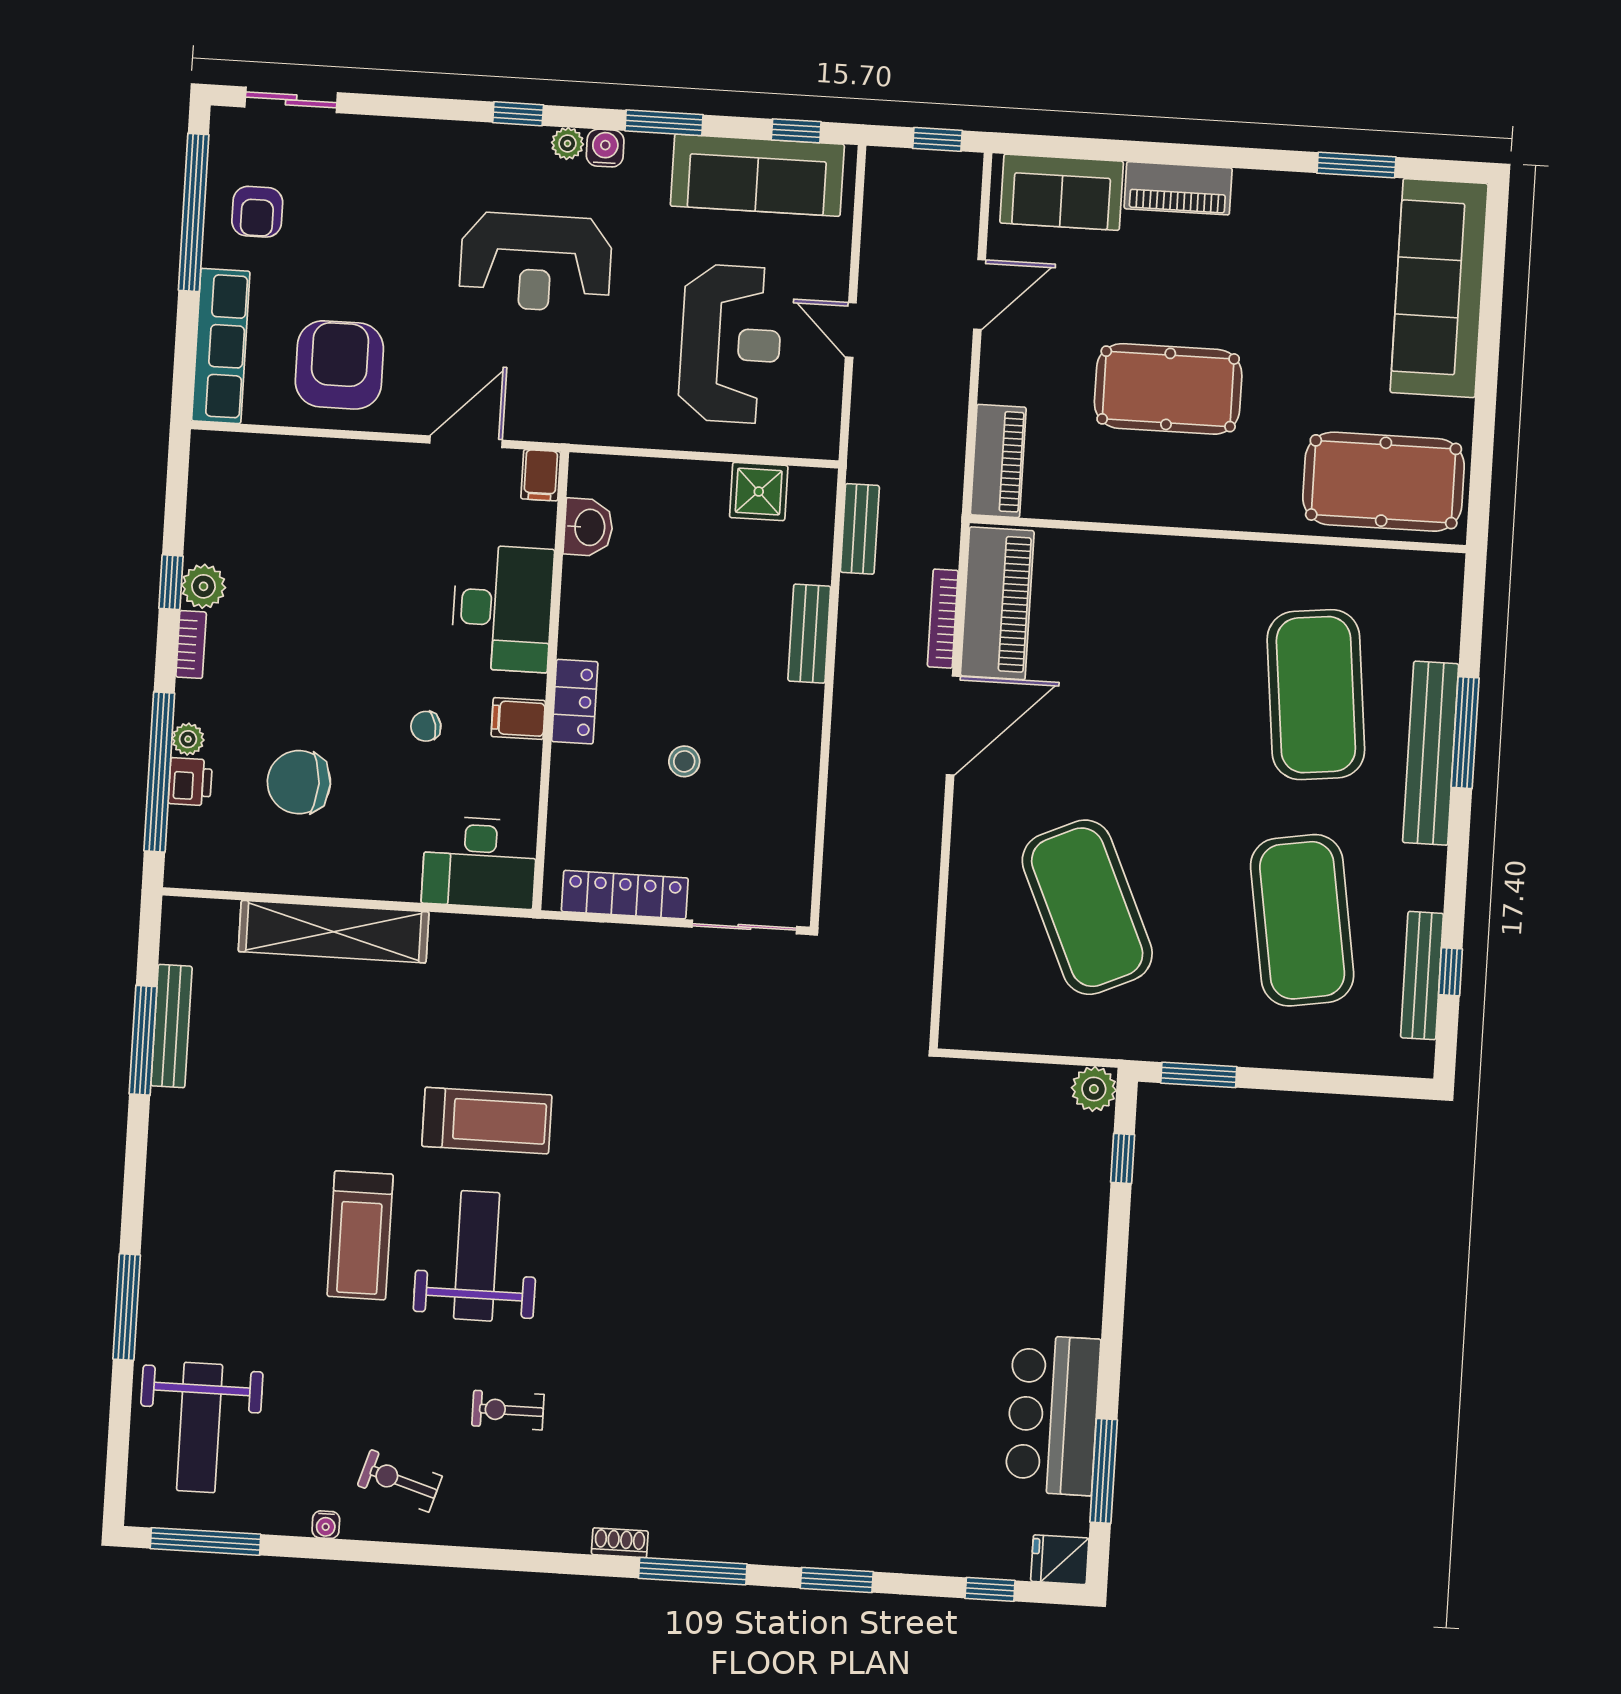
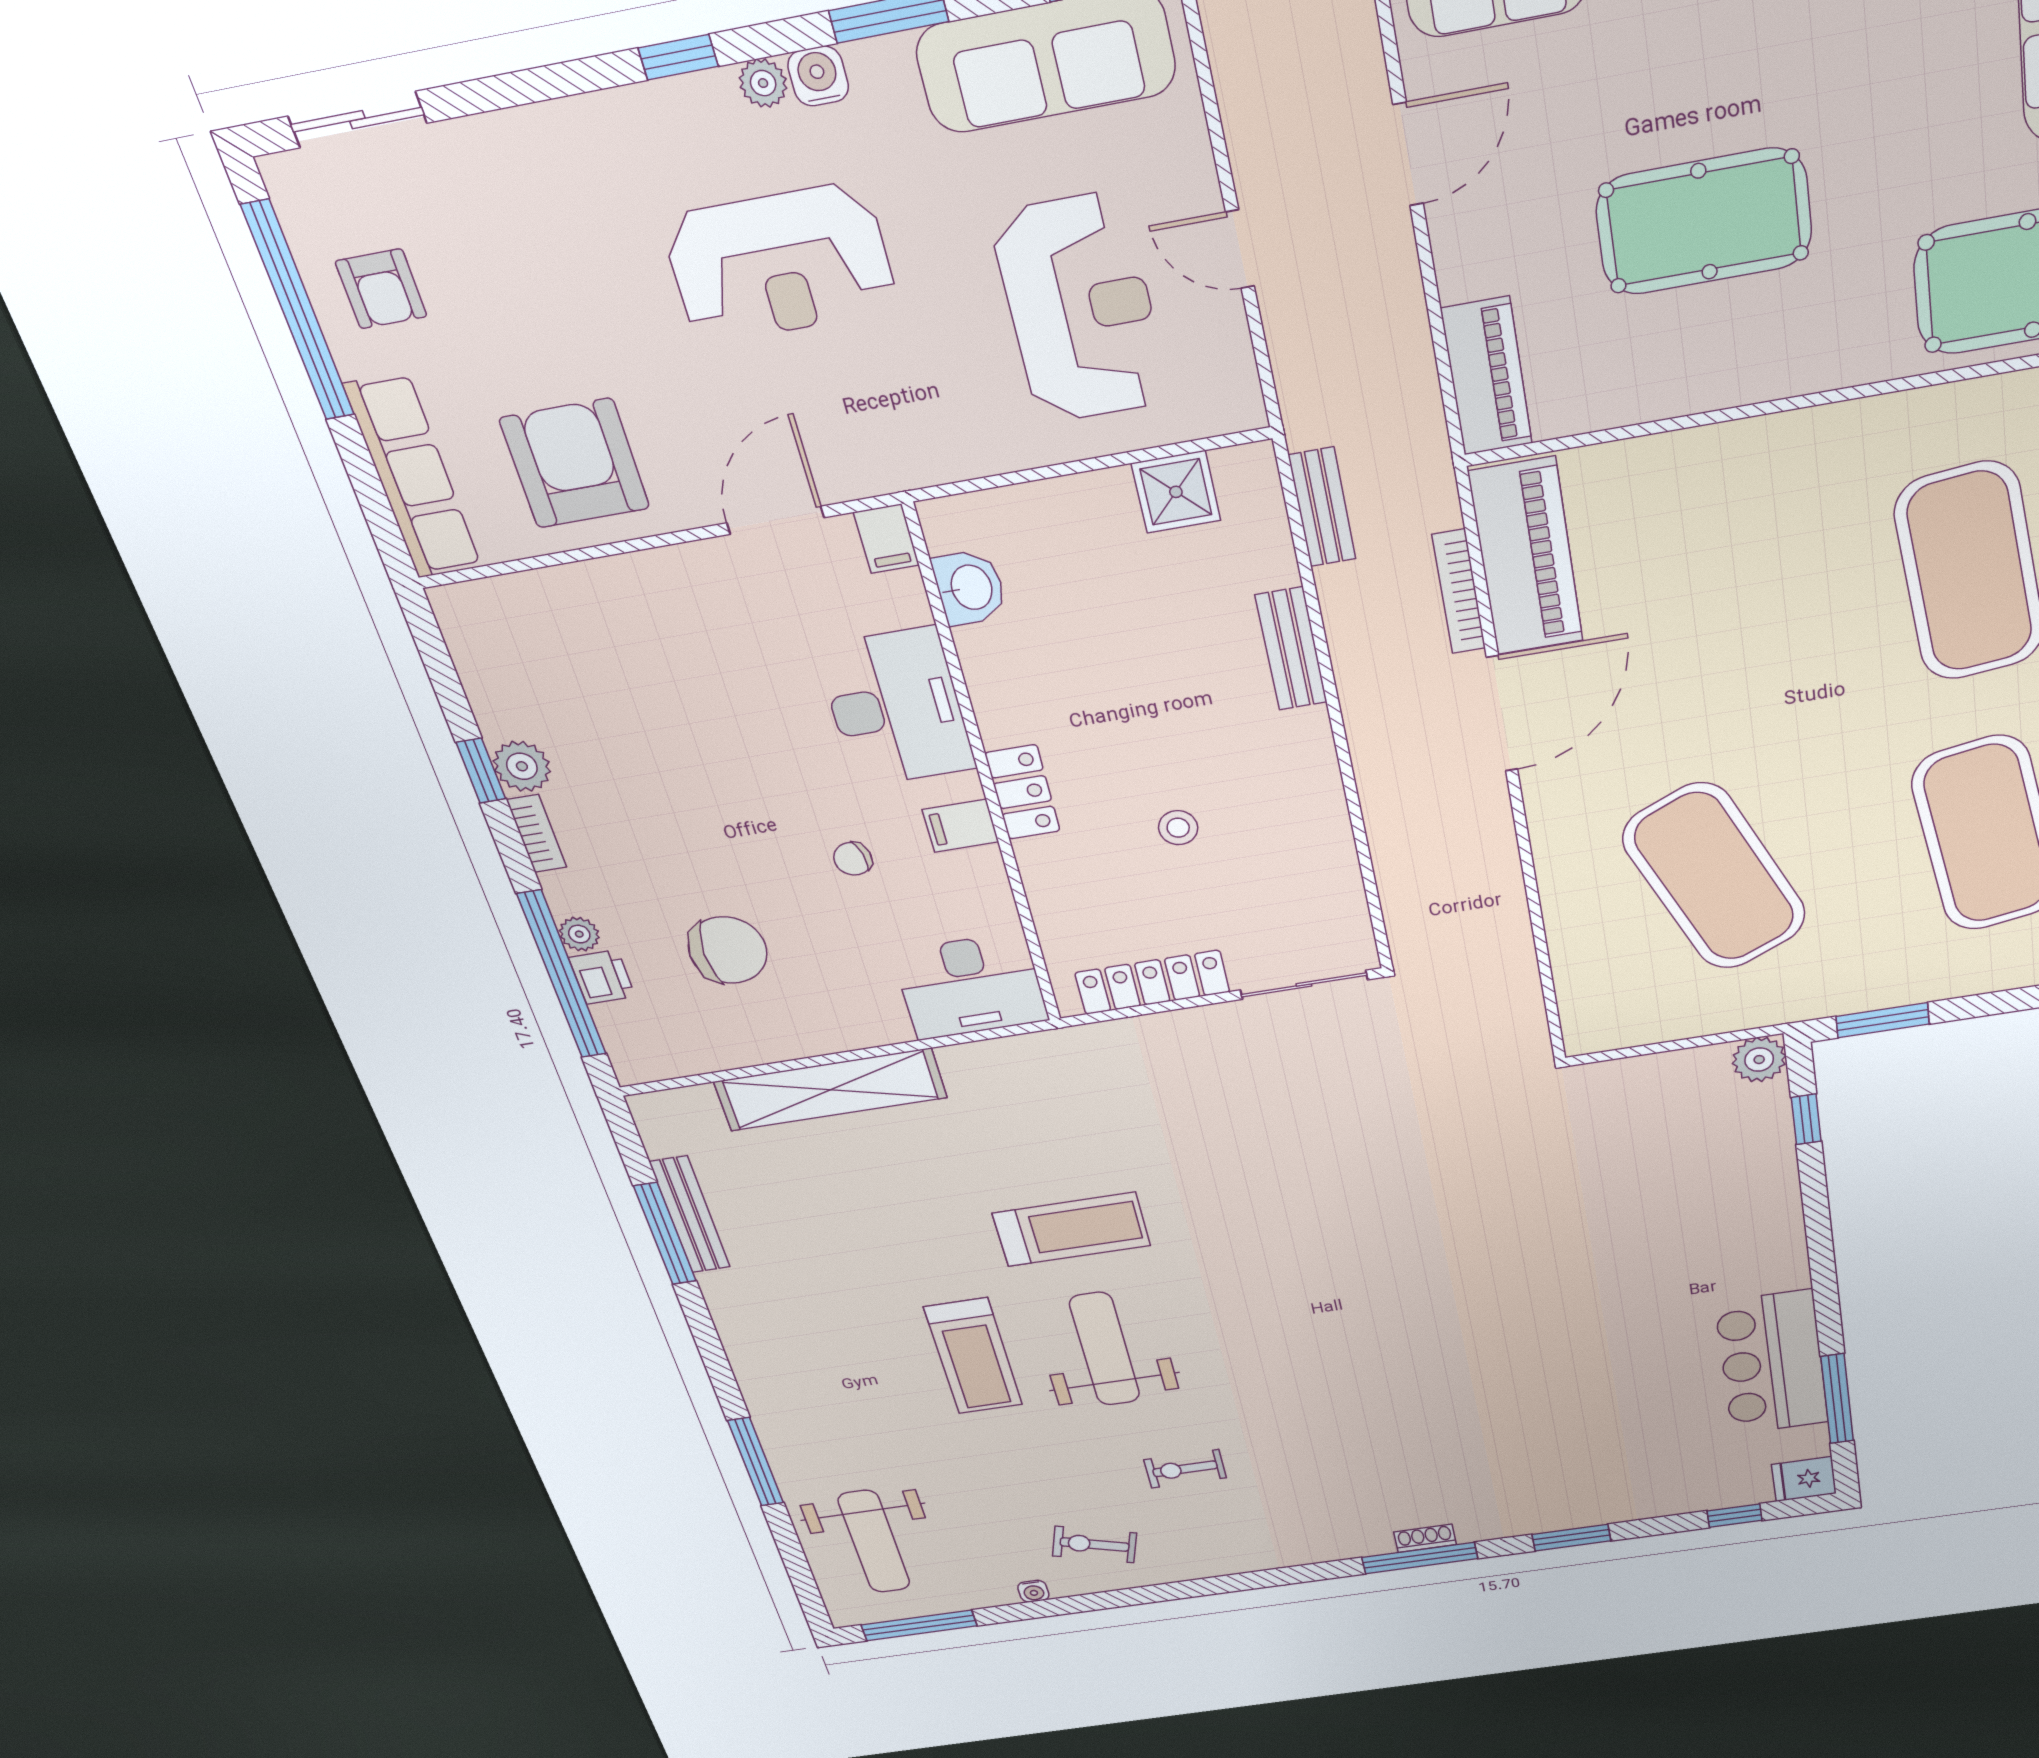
chair: (299, 782) -> (728, 950), turned 180
shoe rack: (620, 1543) -> (1425, 1538), moved

